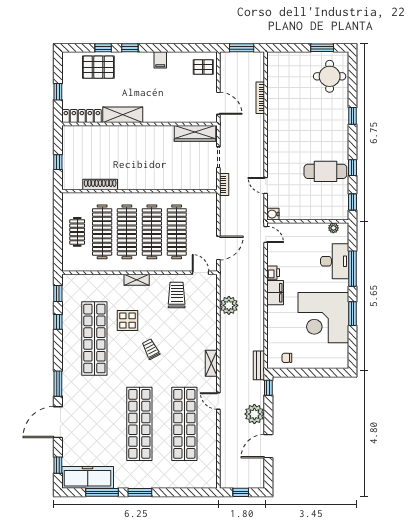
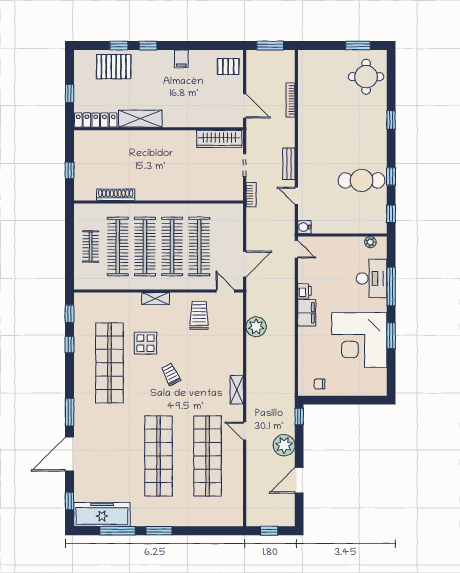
bench: (259, 365) -> (289, 164), moved

